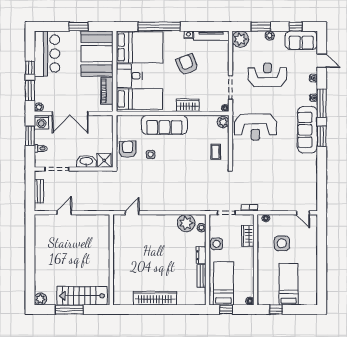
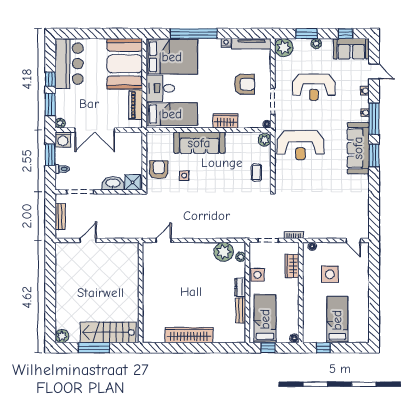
window: (79, 27) -> (104, 34), removed
armchair: (187, 65) -> (245, 84), moved, turned 111
reception desk: (267, 75) -> (314, 87), turned 180

